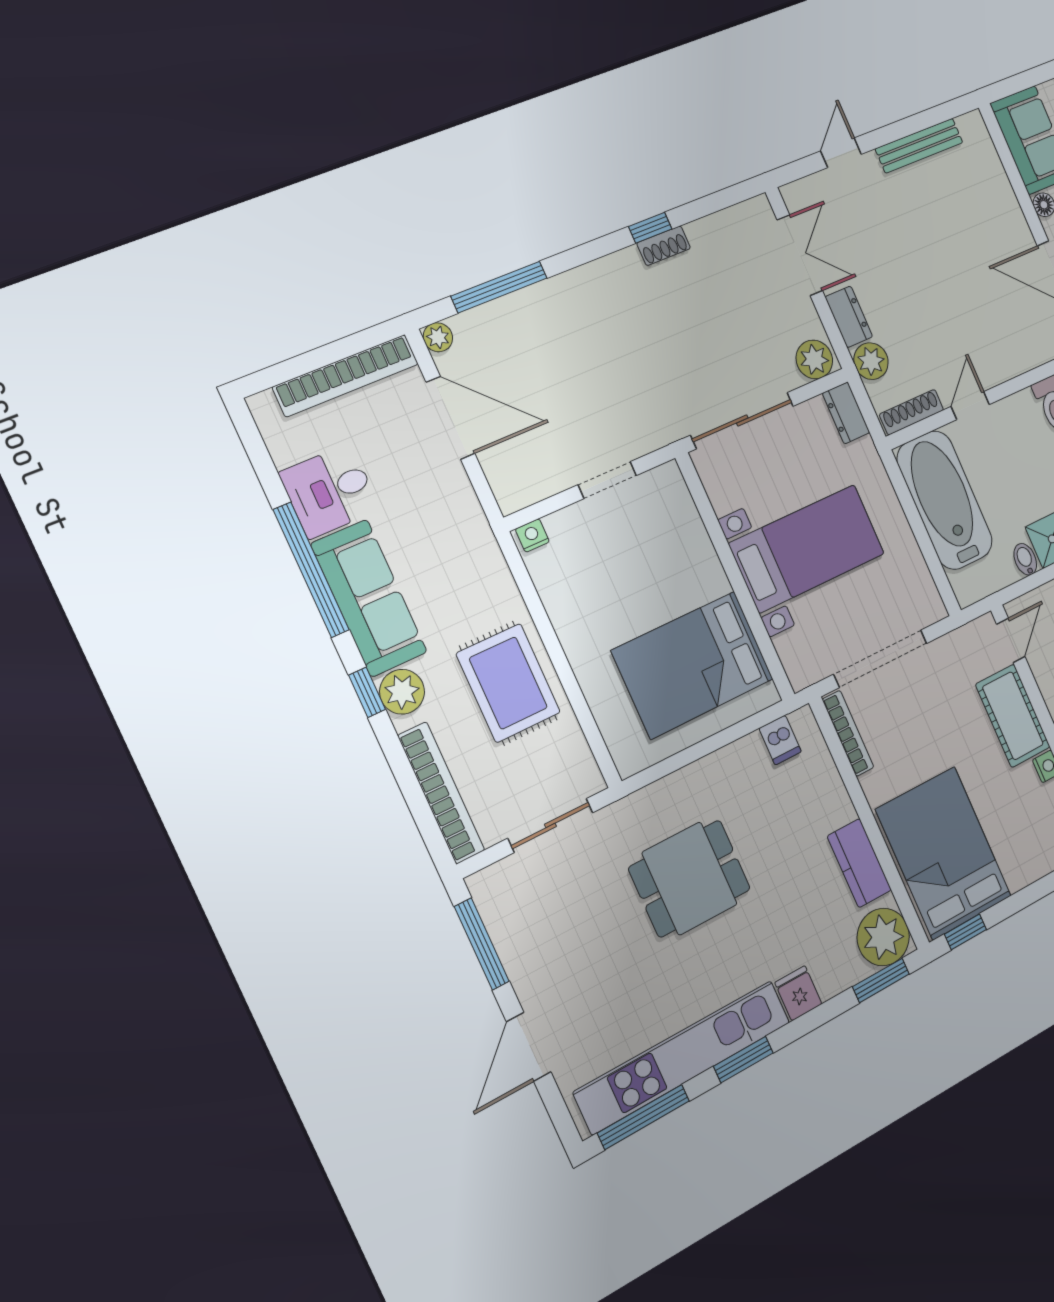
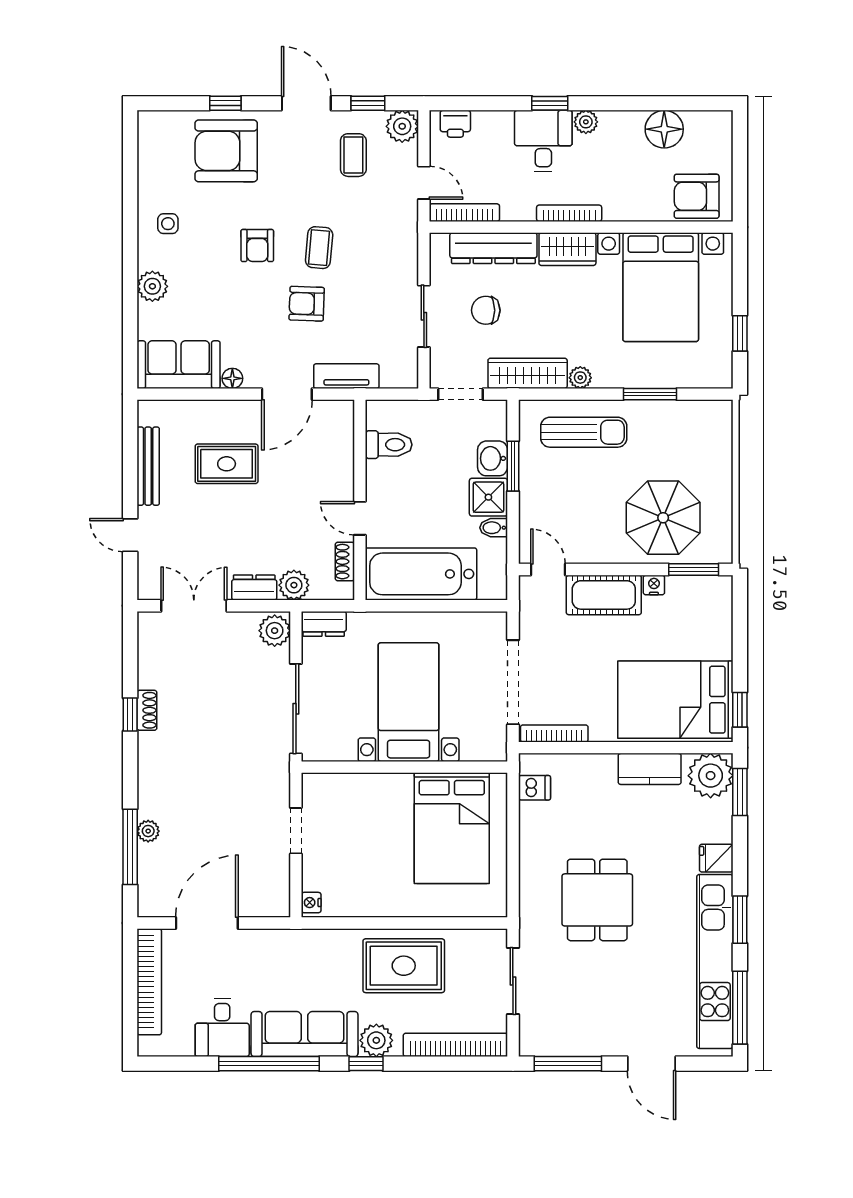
rug: (959, 233) -> (227, 464), added
plant: (438, 337) -> (148, 831), moved
shoe rack: (912, 412) -> (345, 562), width x0.70

